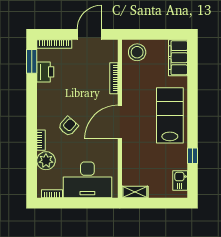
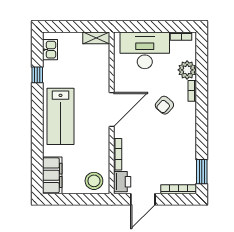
printer: (45, 72) -> (122, 182), moved, turned 180

